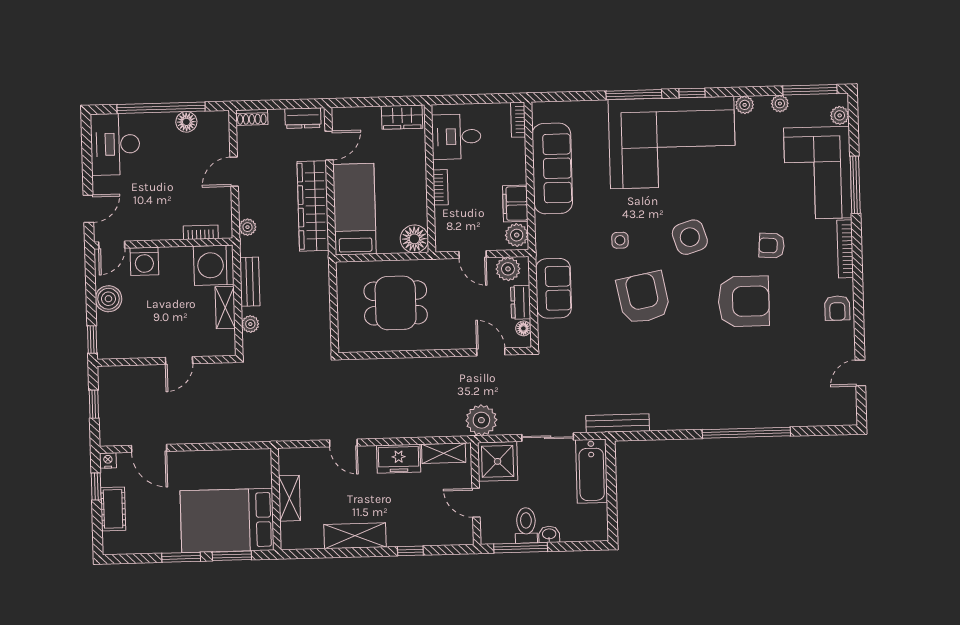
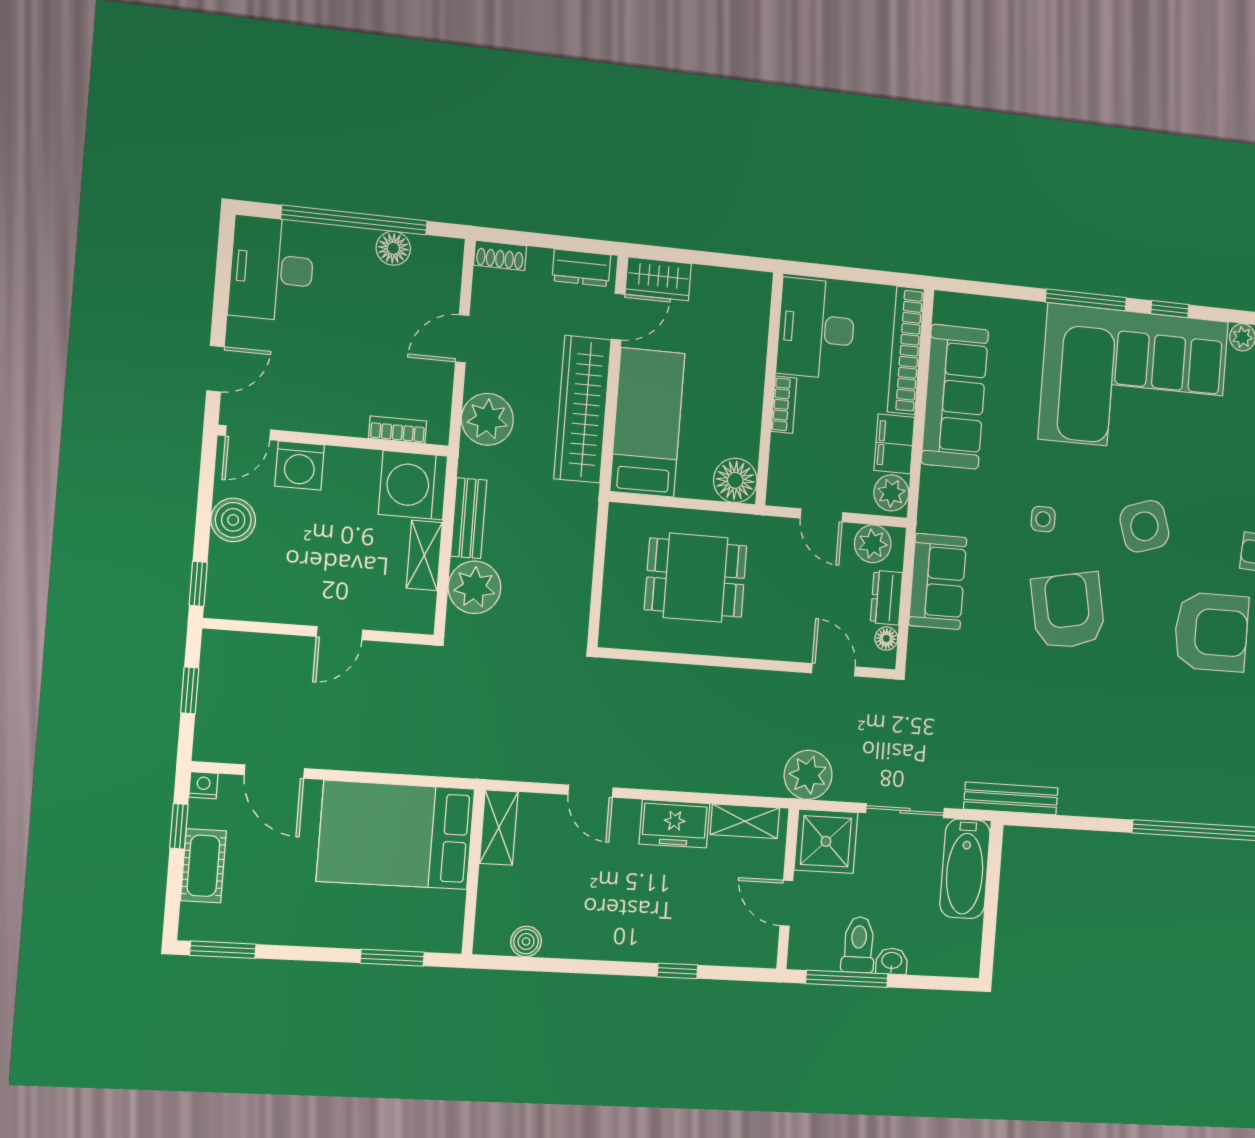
wardrobe: (402, 117) -> (658, 279), moved
bookcase: (518, 120) -> (906, 350), width x2.31, depth x1.31
desk: (456, 137) -> (816, 329), width x1.37
plant: (248, 227) -> (487, 419), width x1.88, depth x1.88
plant: (250, 324) -> (475, 587), width x1.88, depth x1.88
shelving: (289, 498) -> (499, 828), moved
bed: (227, 521) -> (396, 835), moved
shelving: (355, 536) -> (593, 940), removed
boiler: (313, 540) -> (526, 941), added
window: (181, 557) -> (223, 950), moved

